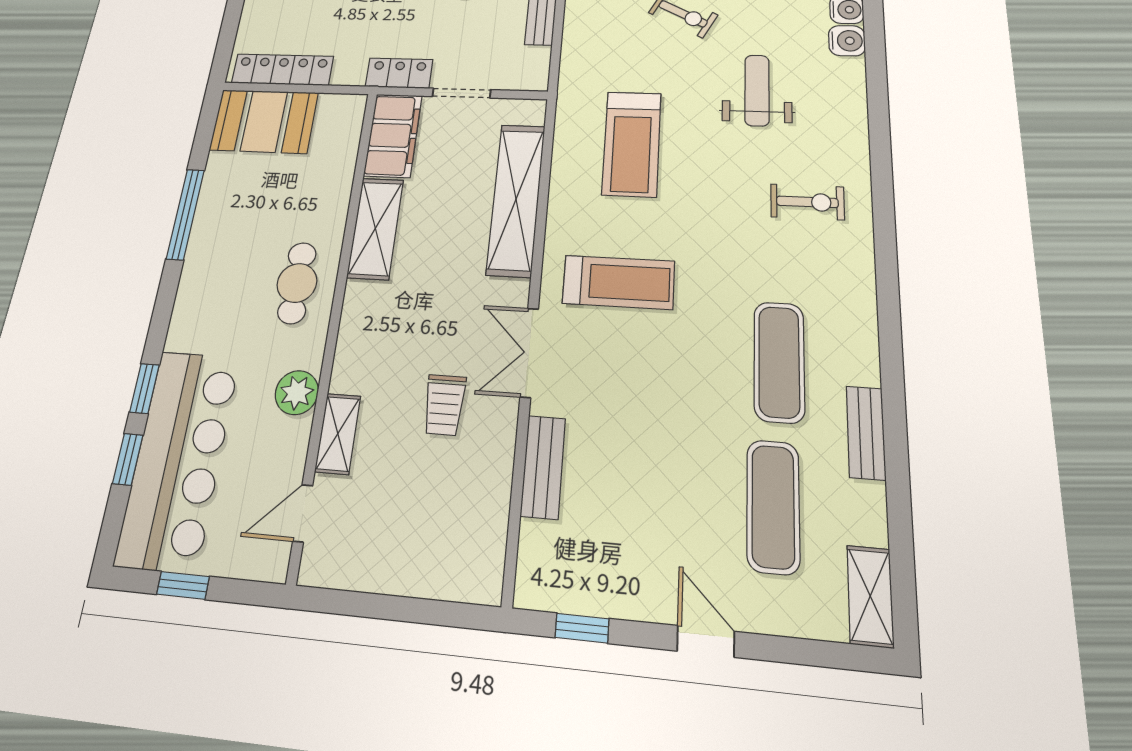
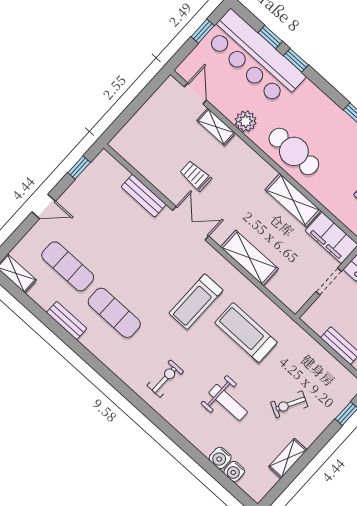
shelving: (516, 199) -> (249, 258), width x0.68
exercise bike: (807, 202) -> (165, 379), turned 180
treadmill: (618, 282) -> (196, 302), moved
cafe table: (297, 283) -> (294, 151), width x1.37, depth x1.35

